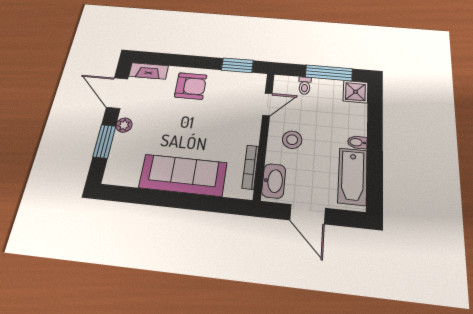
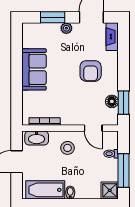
floor lamp: (234, 79) -> (112, 101), added
armchair: (191, 86) -> (91, 71), moved
sofa: (183, 175) -> (34, 69), width x0.73

